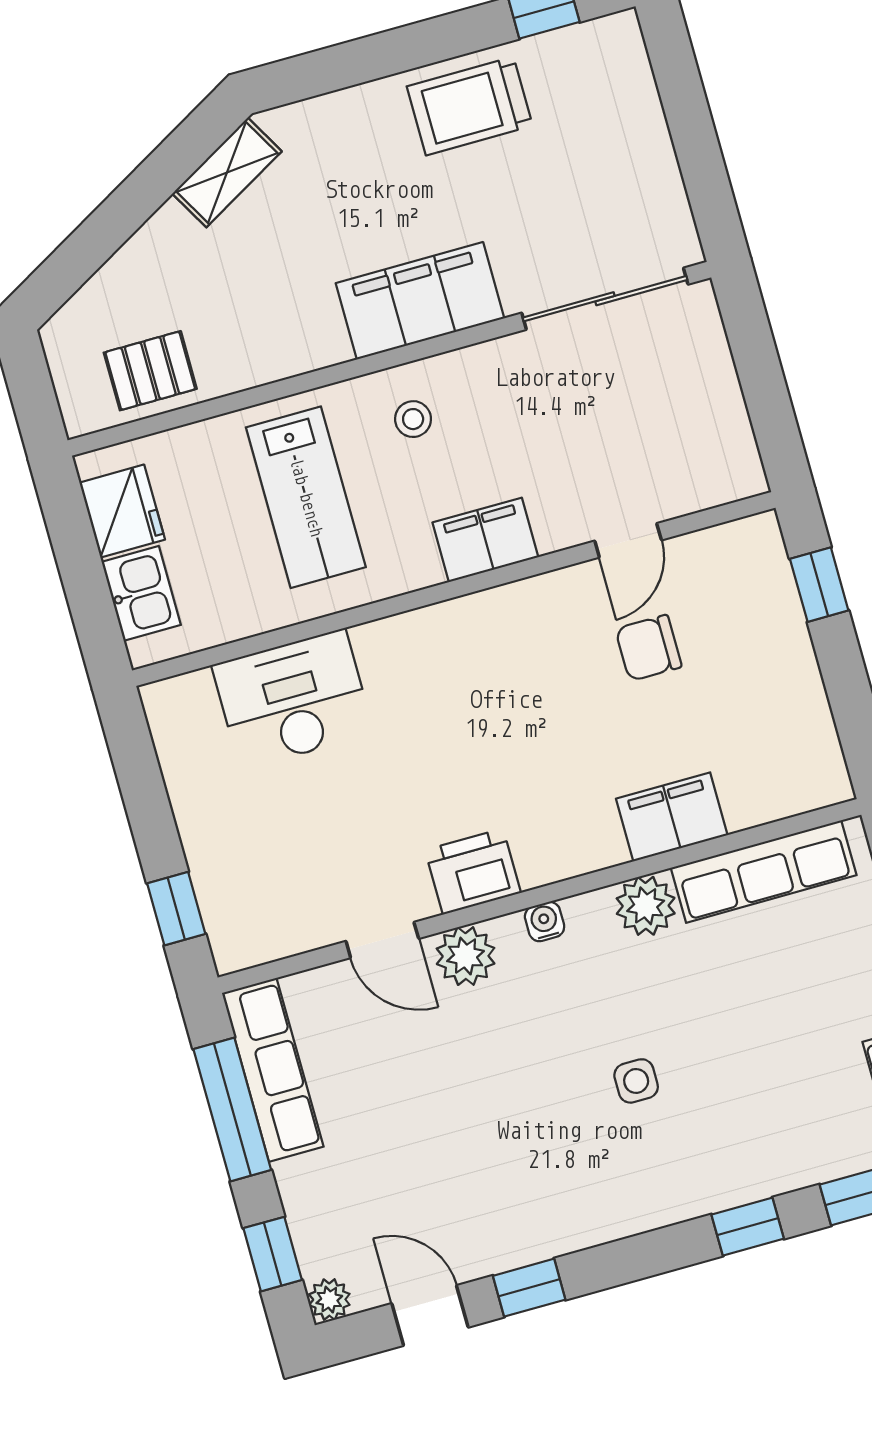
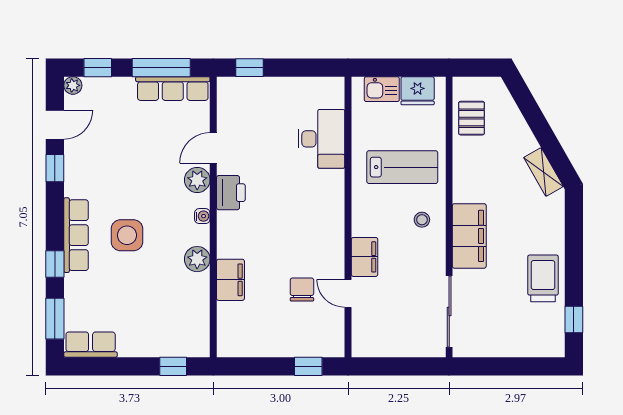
lab bench: (306, 497) -> (402, 167), turned 180
filing cabinet: (485, 540) -> (365, 257), moved
row of seats: (764, 871) -> (76, 235), moved, turned 180
side table: (636, 1081) -> (127, 235), width x1.87, depth x1.87

